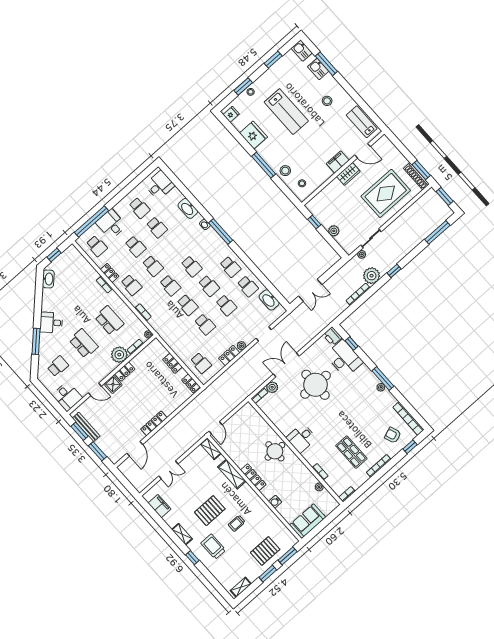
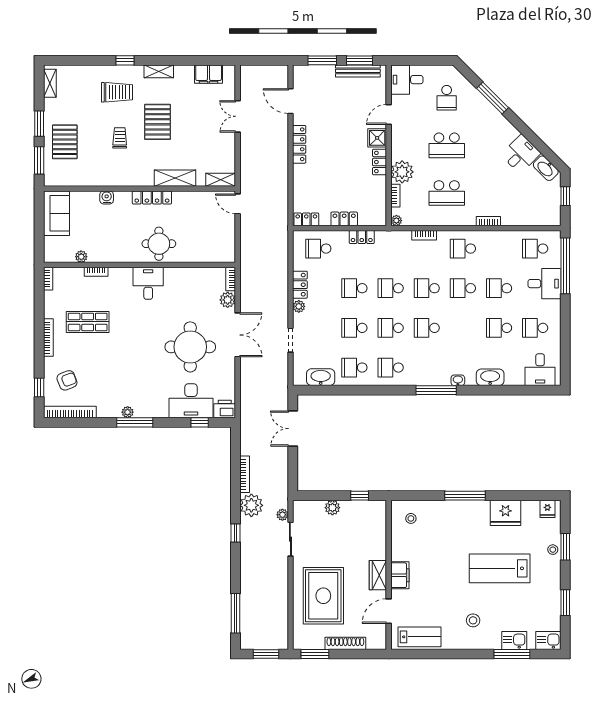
stool: (285, 171) -> (439, 513), removed
shoe rack: (416, 176) -> (345, 643), moved
locker: (109, 273) -> (362, 237), moved
desk: (51, 323) -> (521, 154), moved

